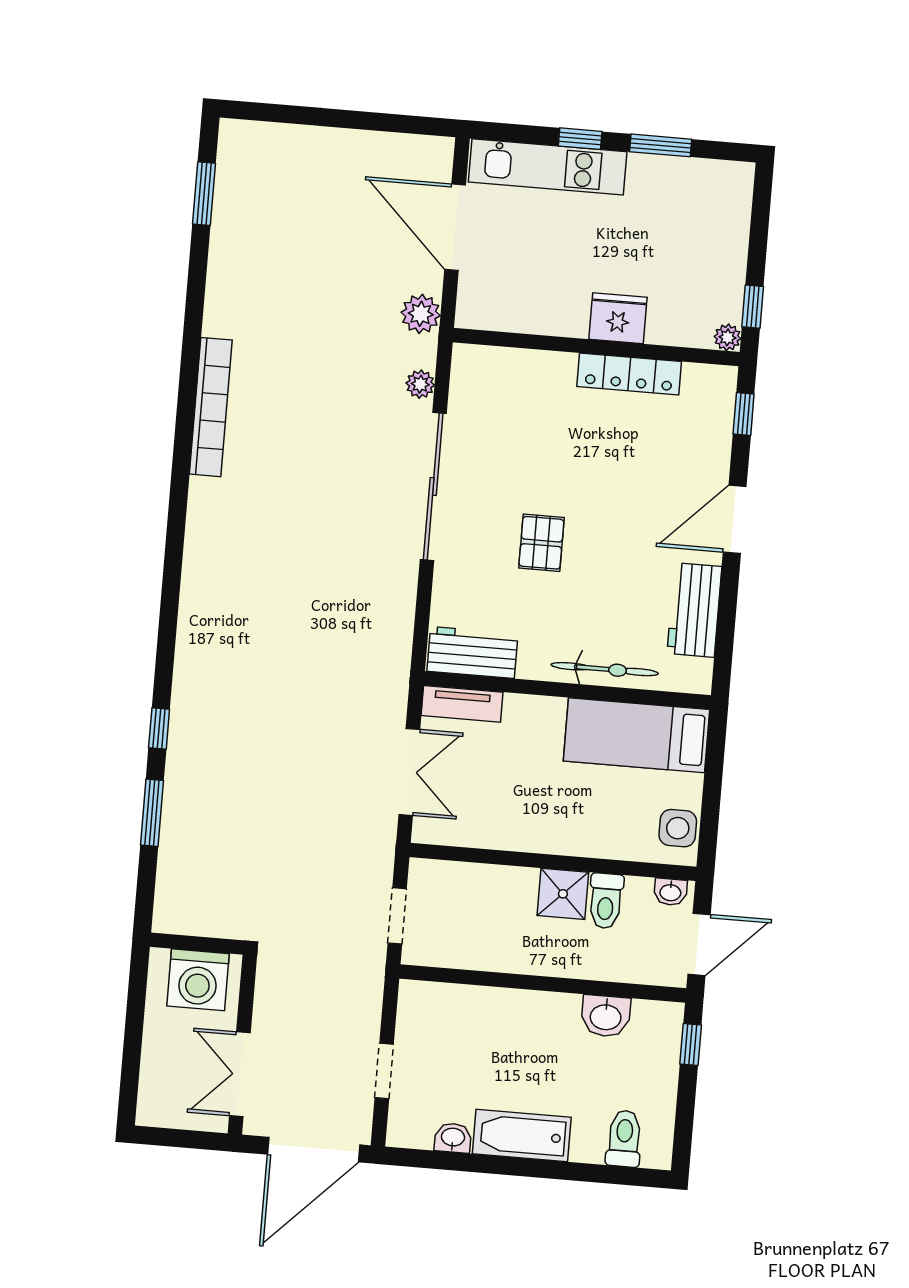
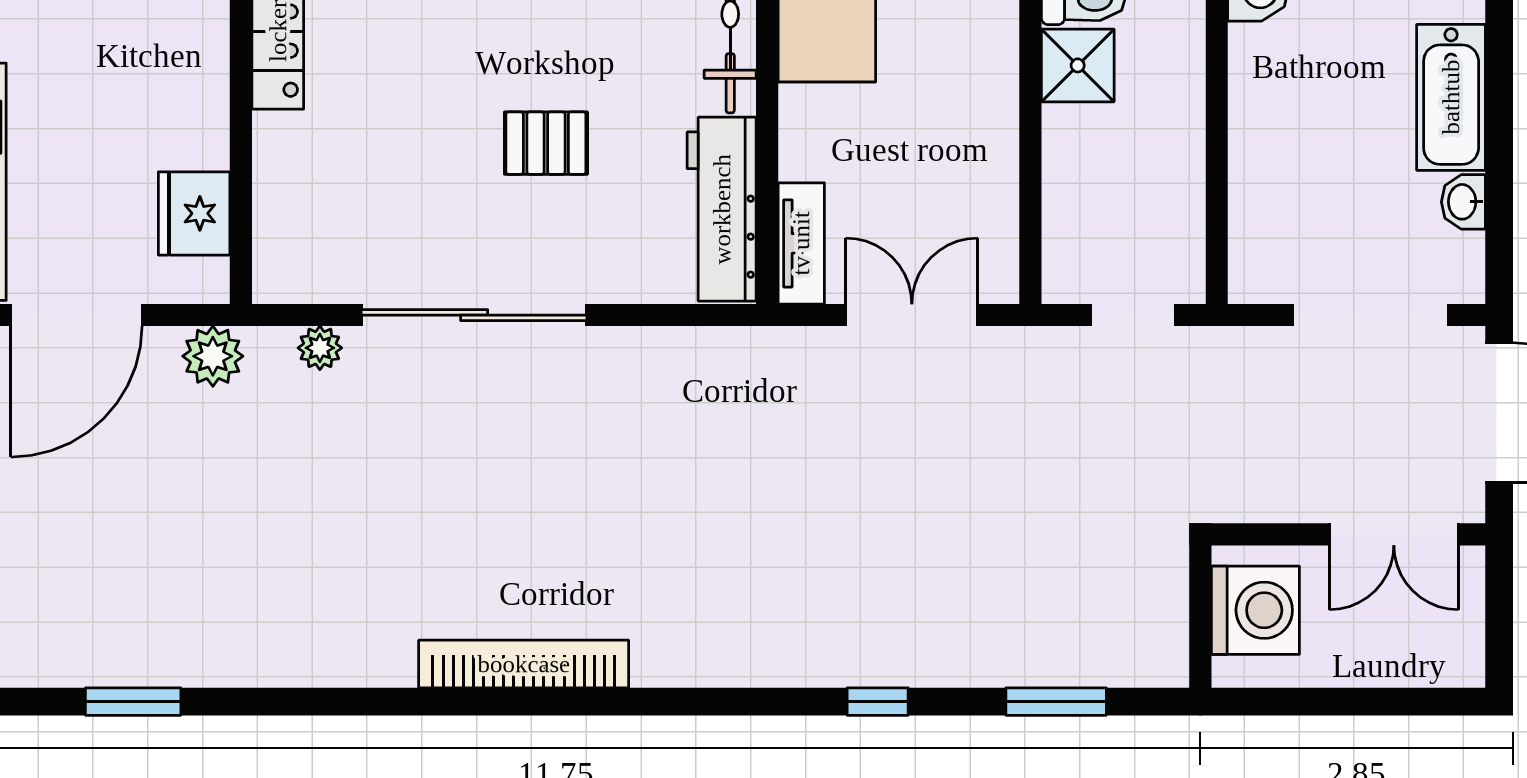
window: (204, 194) -> (133, 702), moved
fridge: (618, 318) -> (194, 213), moved
bookcase: (211, 407) -> (524, 664), moved
workbench: (472, 652) -> (722, 209), width x1.38
window: (152, 813) -> (1056, 702), moved
doorway: (384, 1071) -> (1371, 315), width x1.88

